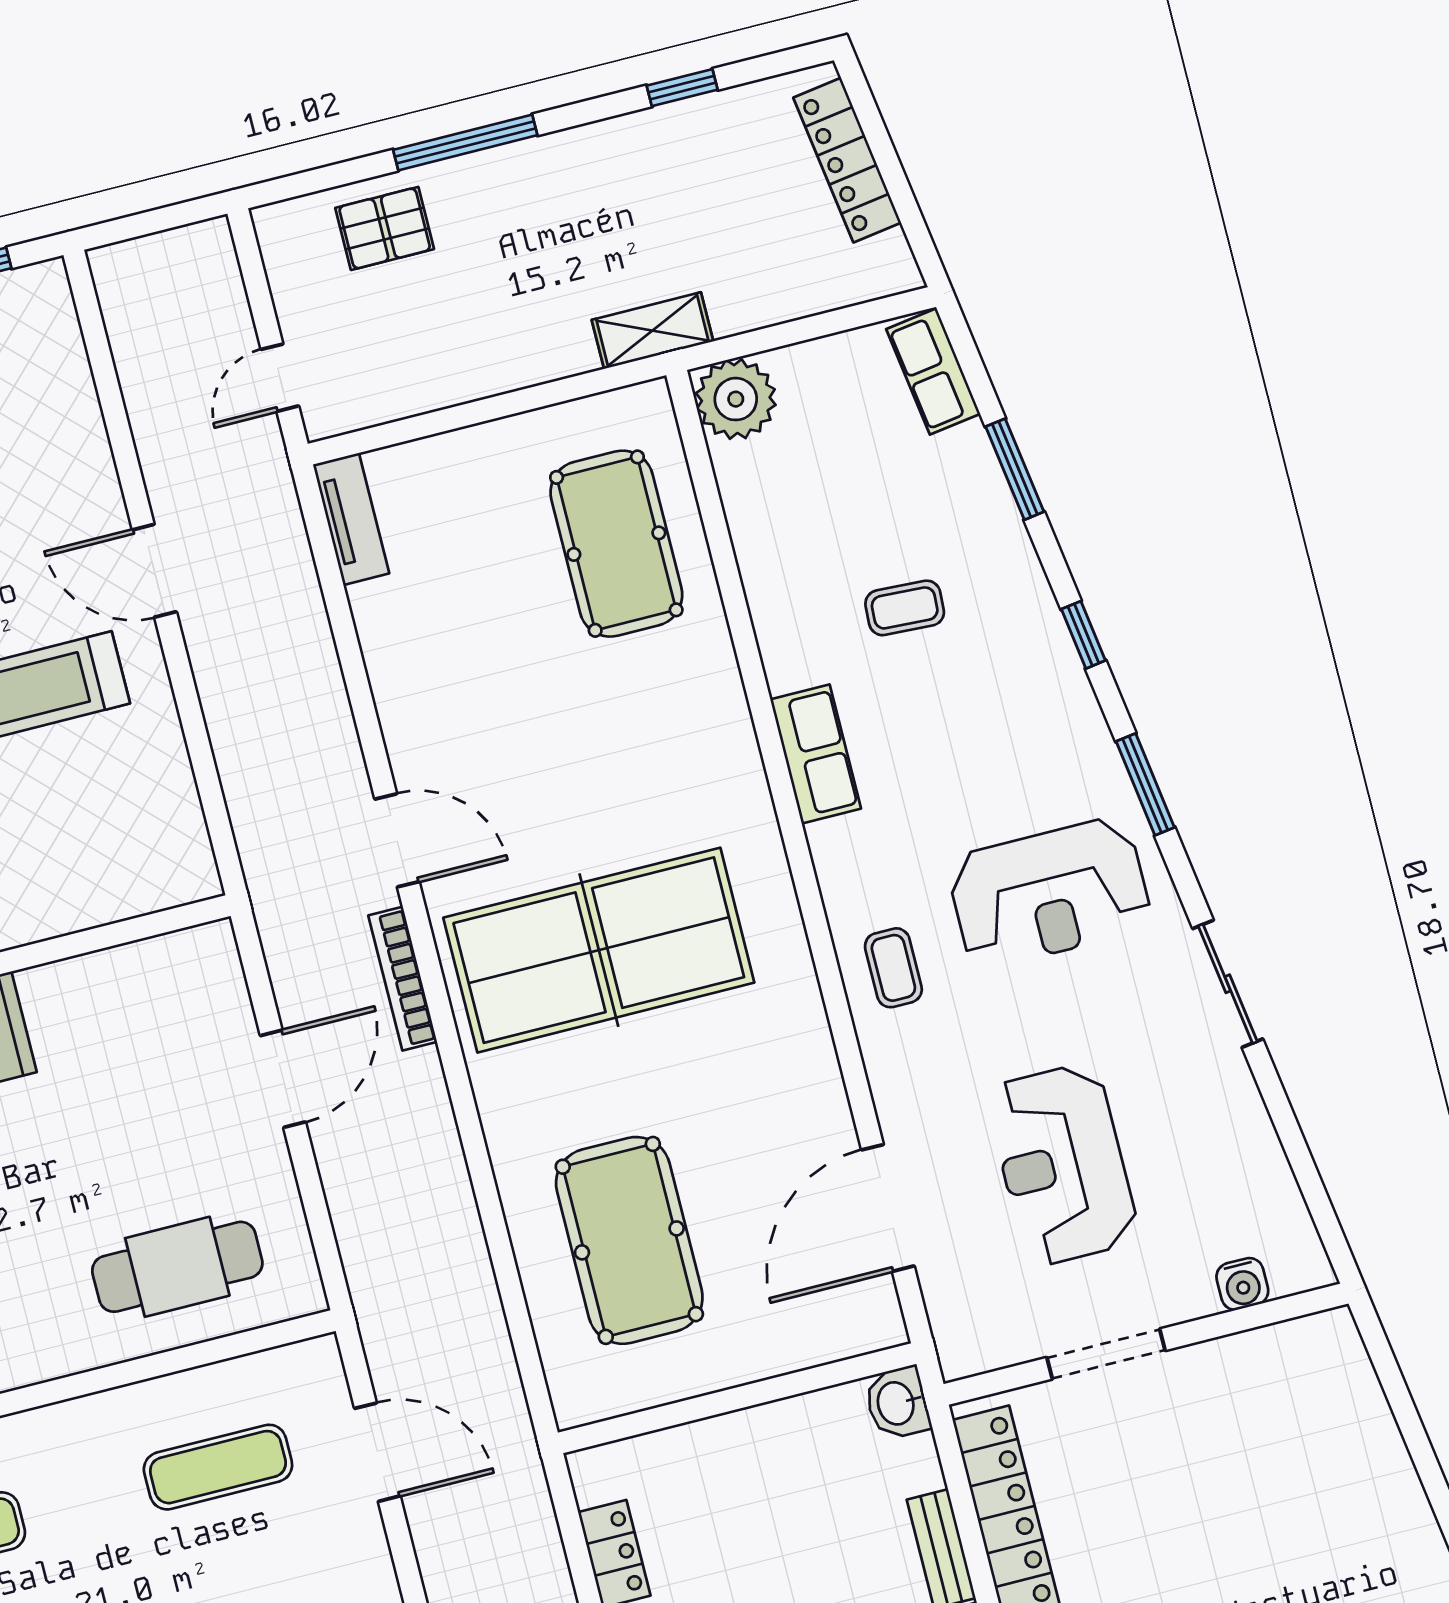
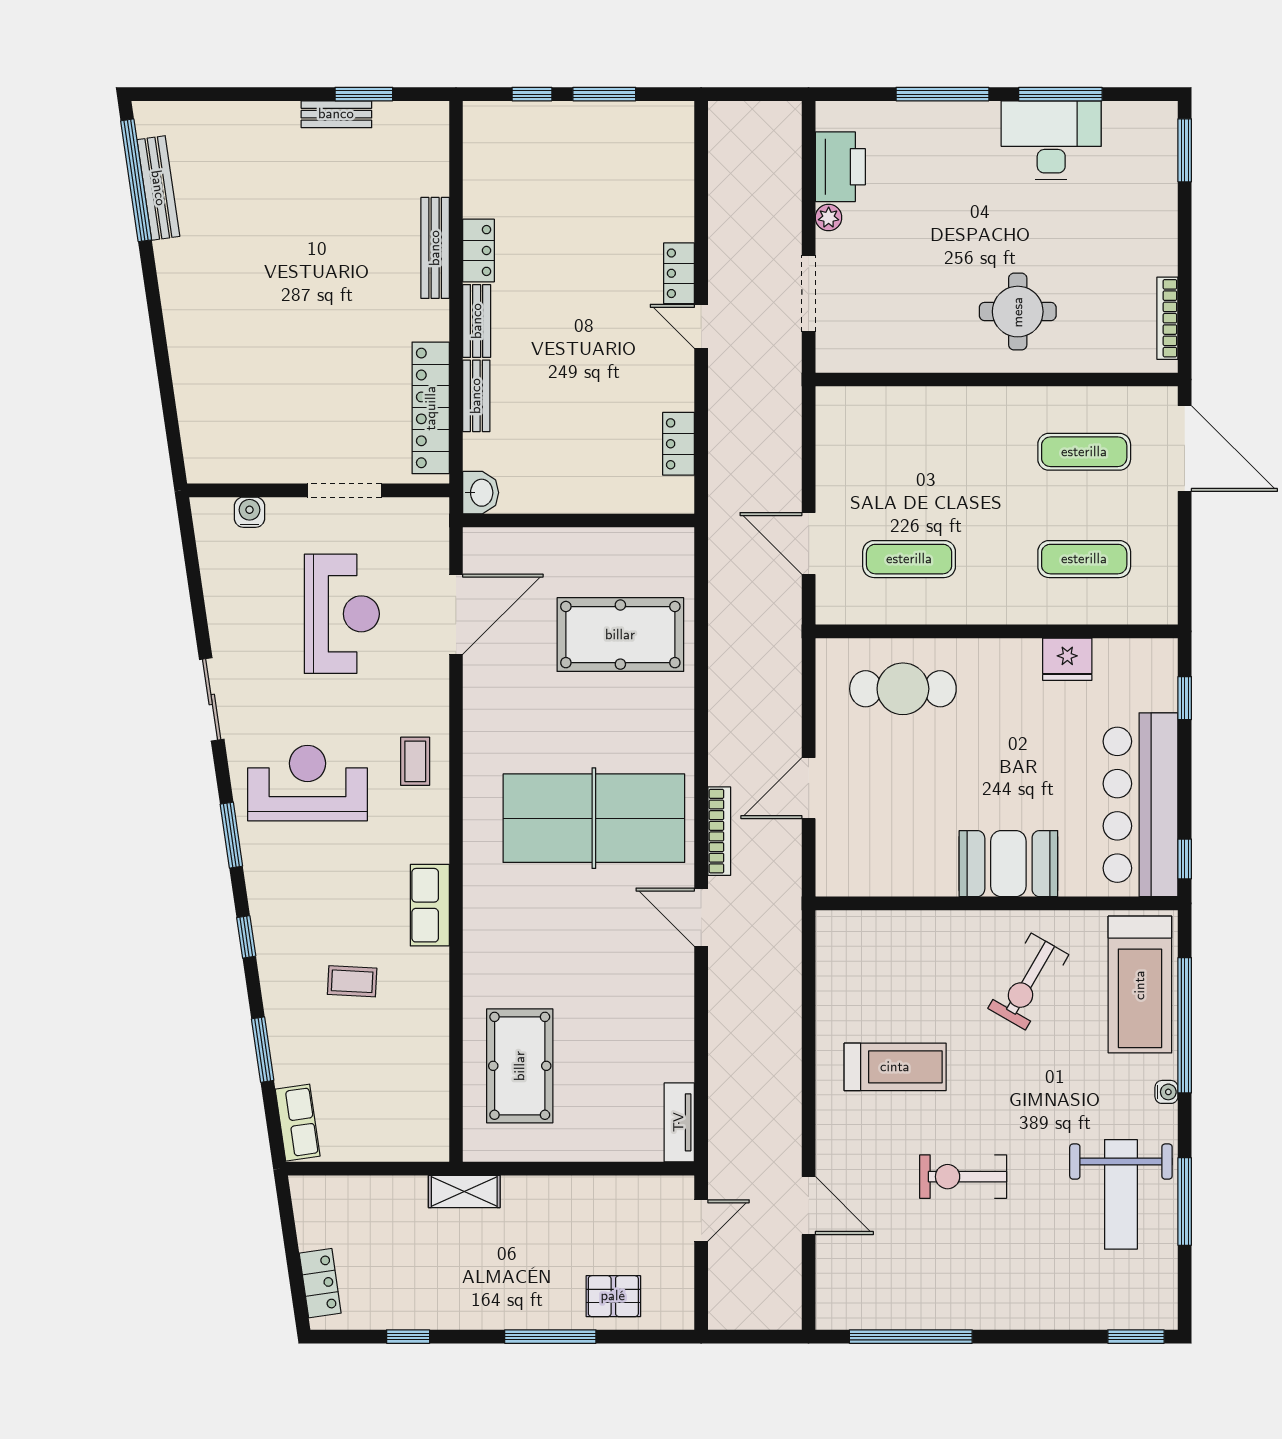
locker: (847, 160) -> (320, 1283), width x0.66
plant: (736, 399) -> (424, 1136), removed
door: (154, 571) -> (809, 1205), moved
pool table: (629, 1240) -> (620, 635), turned 90

